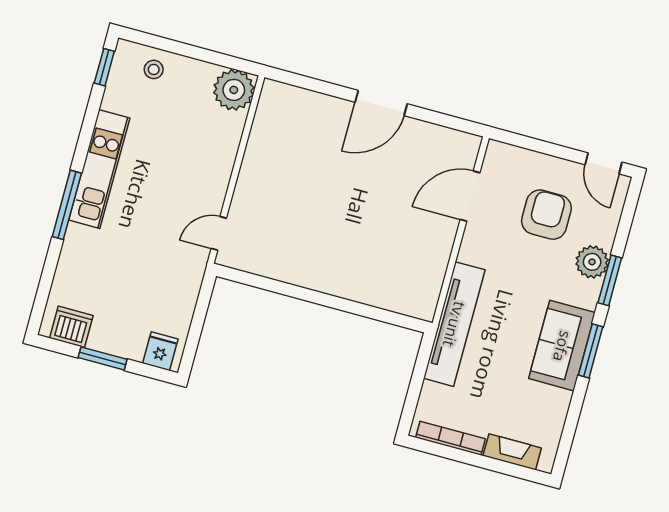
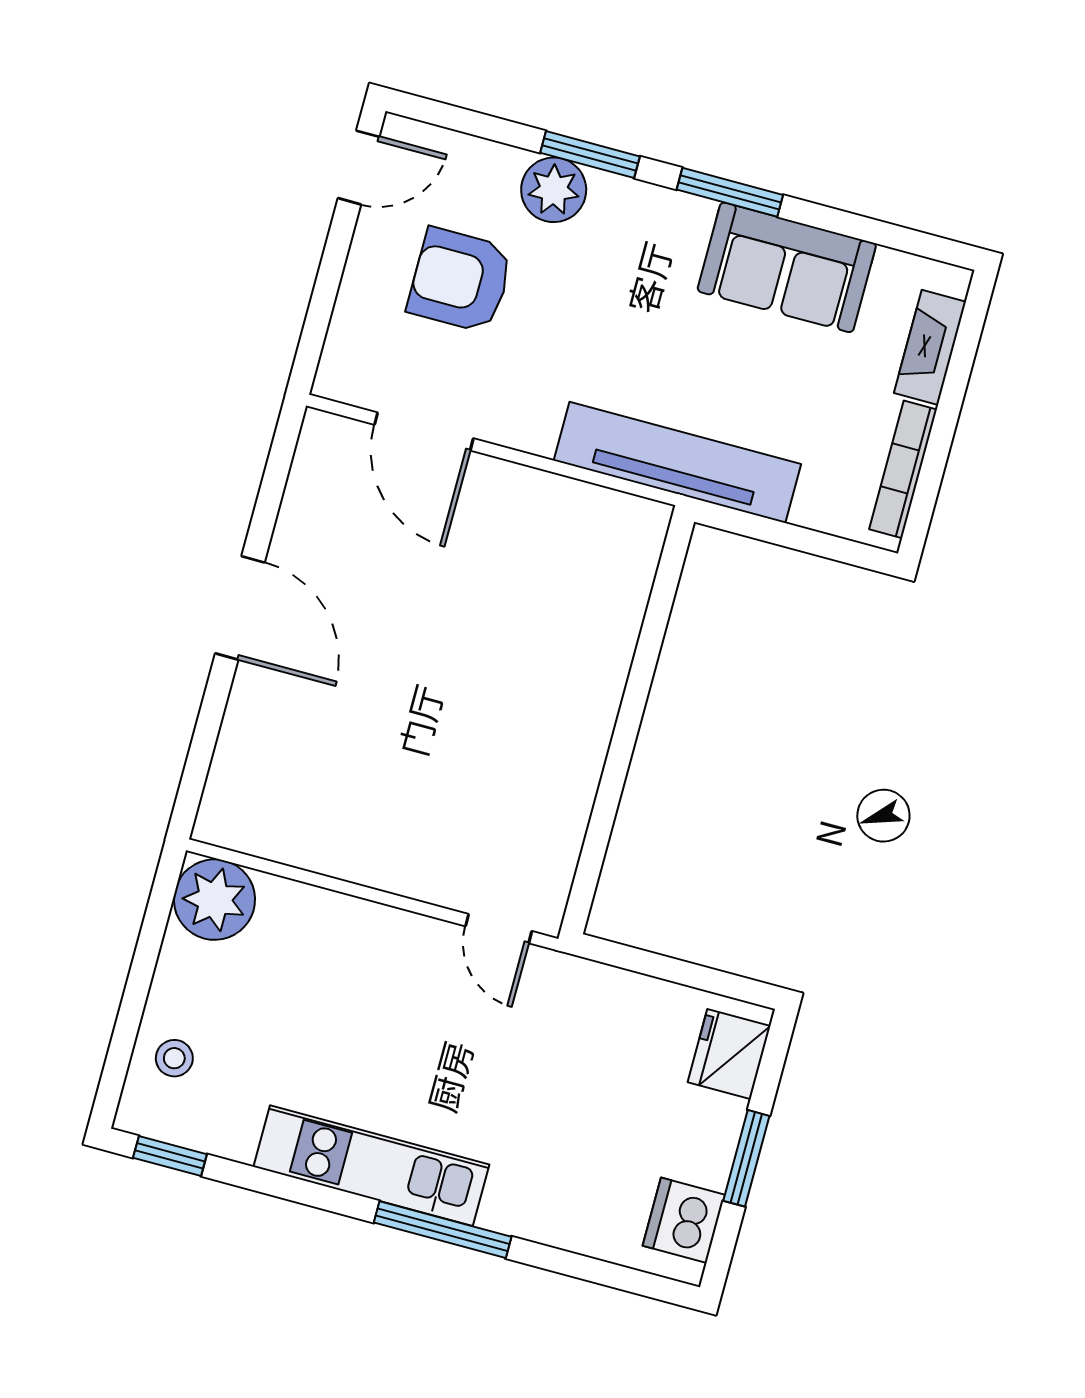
sofa: (562, 346) -> (787, 267), moved
fridge: (160, 351) -> (729, 1054), width x1.38

